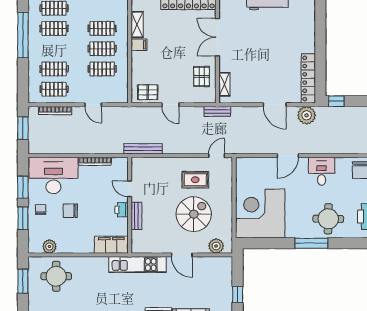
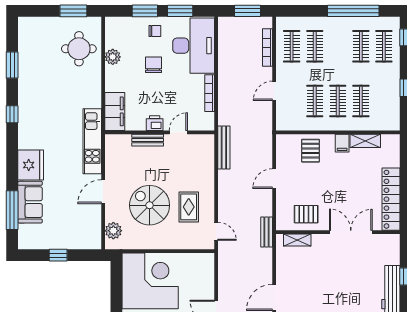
pallet: (148, 92) -> (310, 151), moved
spiral stairs: (194, 214) -> (150, 205), turned 180
plant: (49, 247) -> (113, 57), moved

